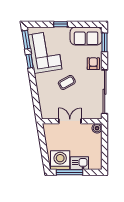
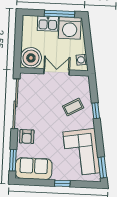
window: (30, 61) -> (96, 111), moved
coffee table: (67, 82) -> (73, 107), moved
double door: (70, 121) -> (57, 72), swing flipped
boiler: (97, 128) -> (31, 58), width x1.86, depth x1.86
washing machine: (48, 133) -> (82, 60), added

